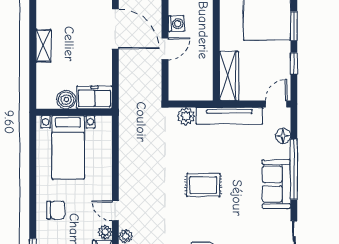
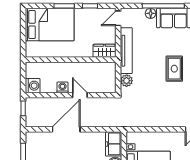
wardrobe: (229, 76) -> (104, 51), width x0.67
door: (276, 104) -> (118, 18), hinge flipped
floor lamp: (283, 136) -> (151, 13), moved

